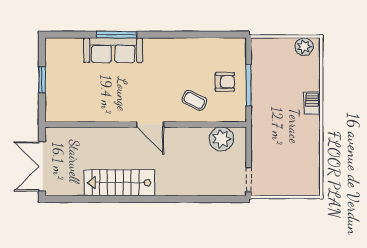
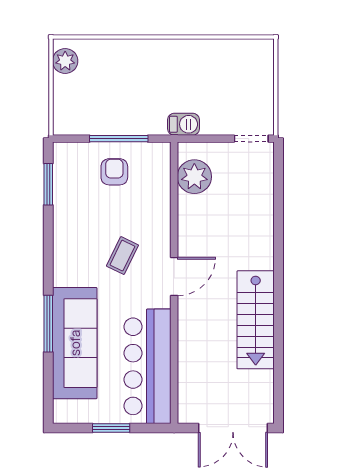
window: (216, 35) -> (48, 184), added
sofa: (113, 50) -> (75, 343), width x1.36, depth x1.27
coffee table: (194, 100) -> (122, 256), moved
barbecue: (312, 103) -> (184, 124), moved, turned 180
bar counter: (86, 105) -> (148, 366), added

